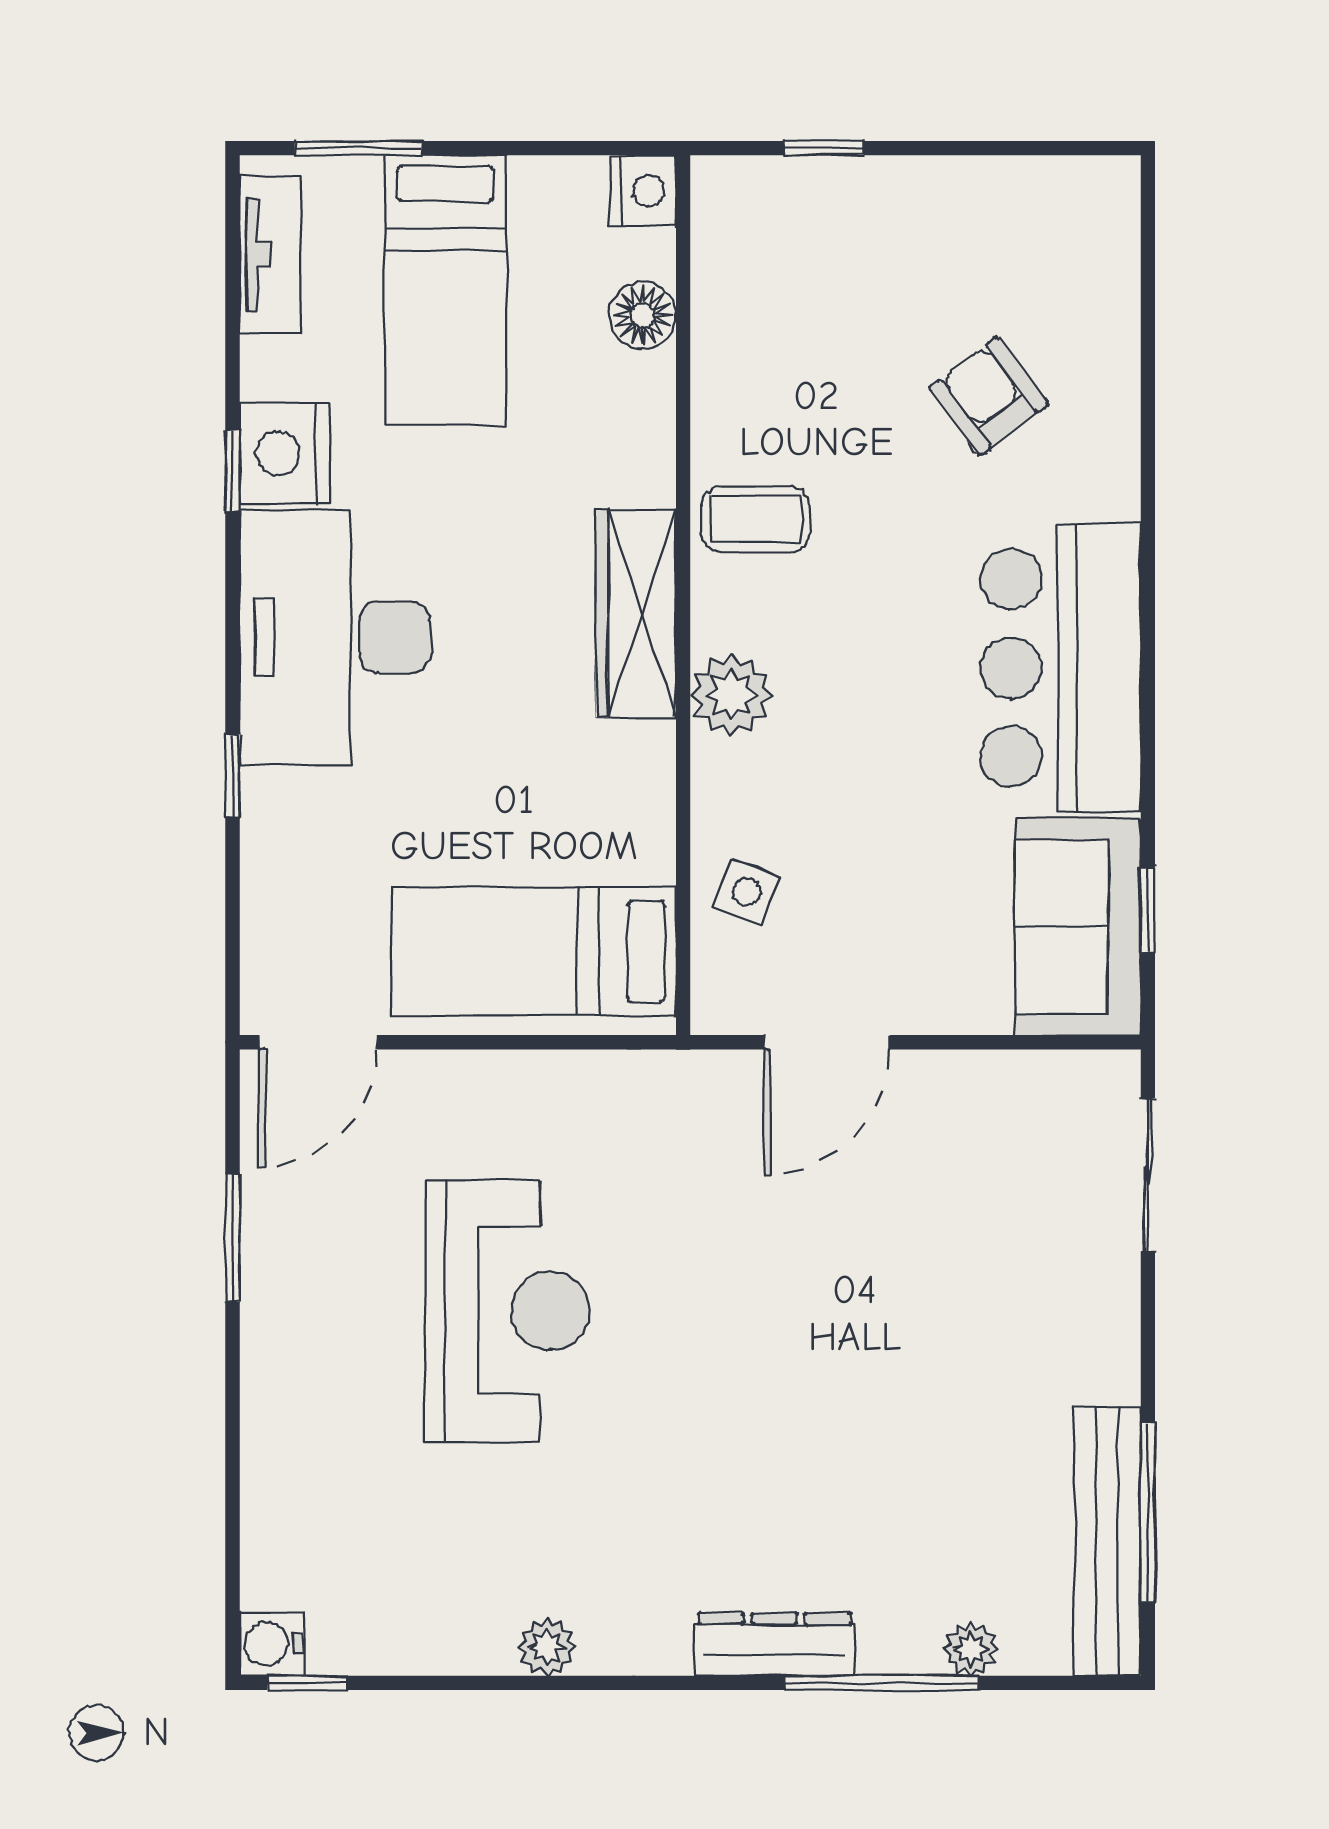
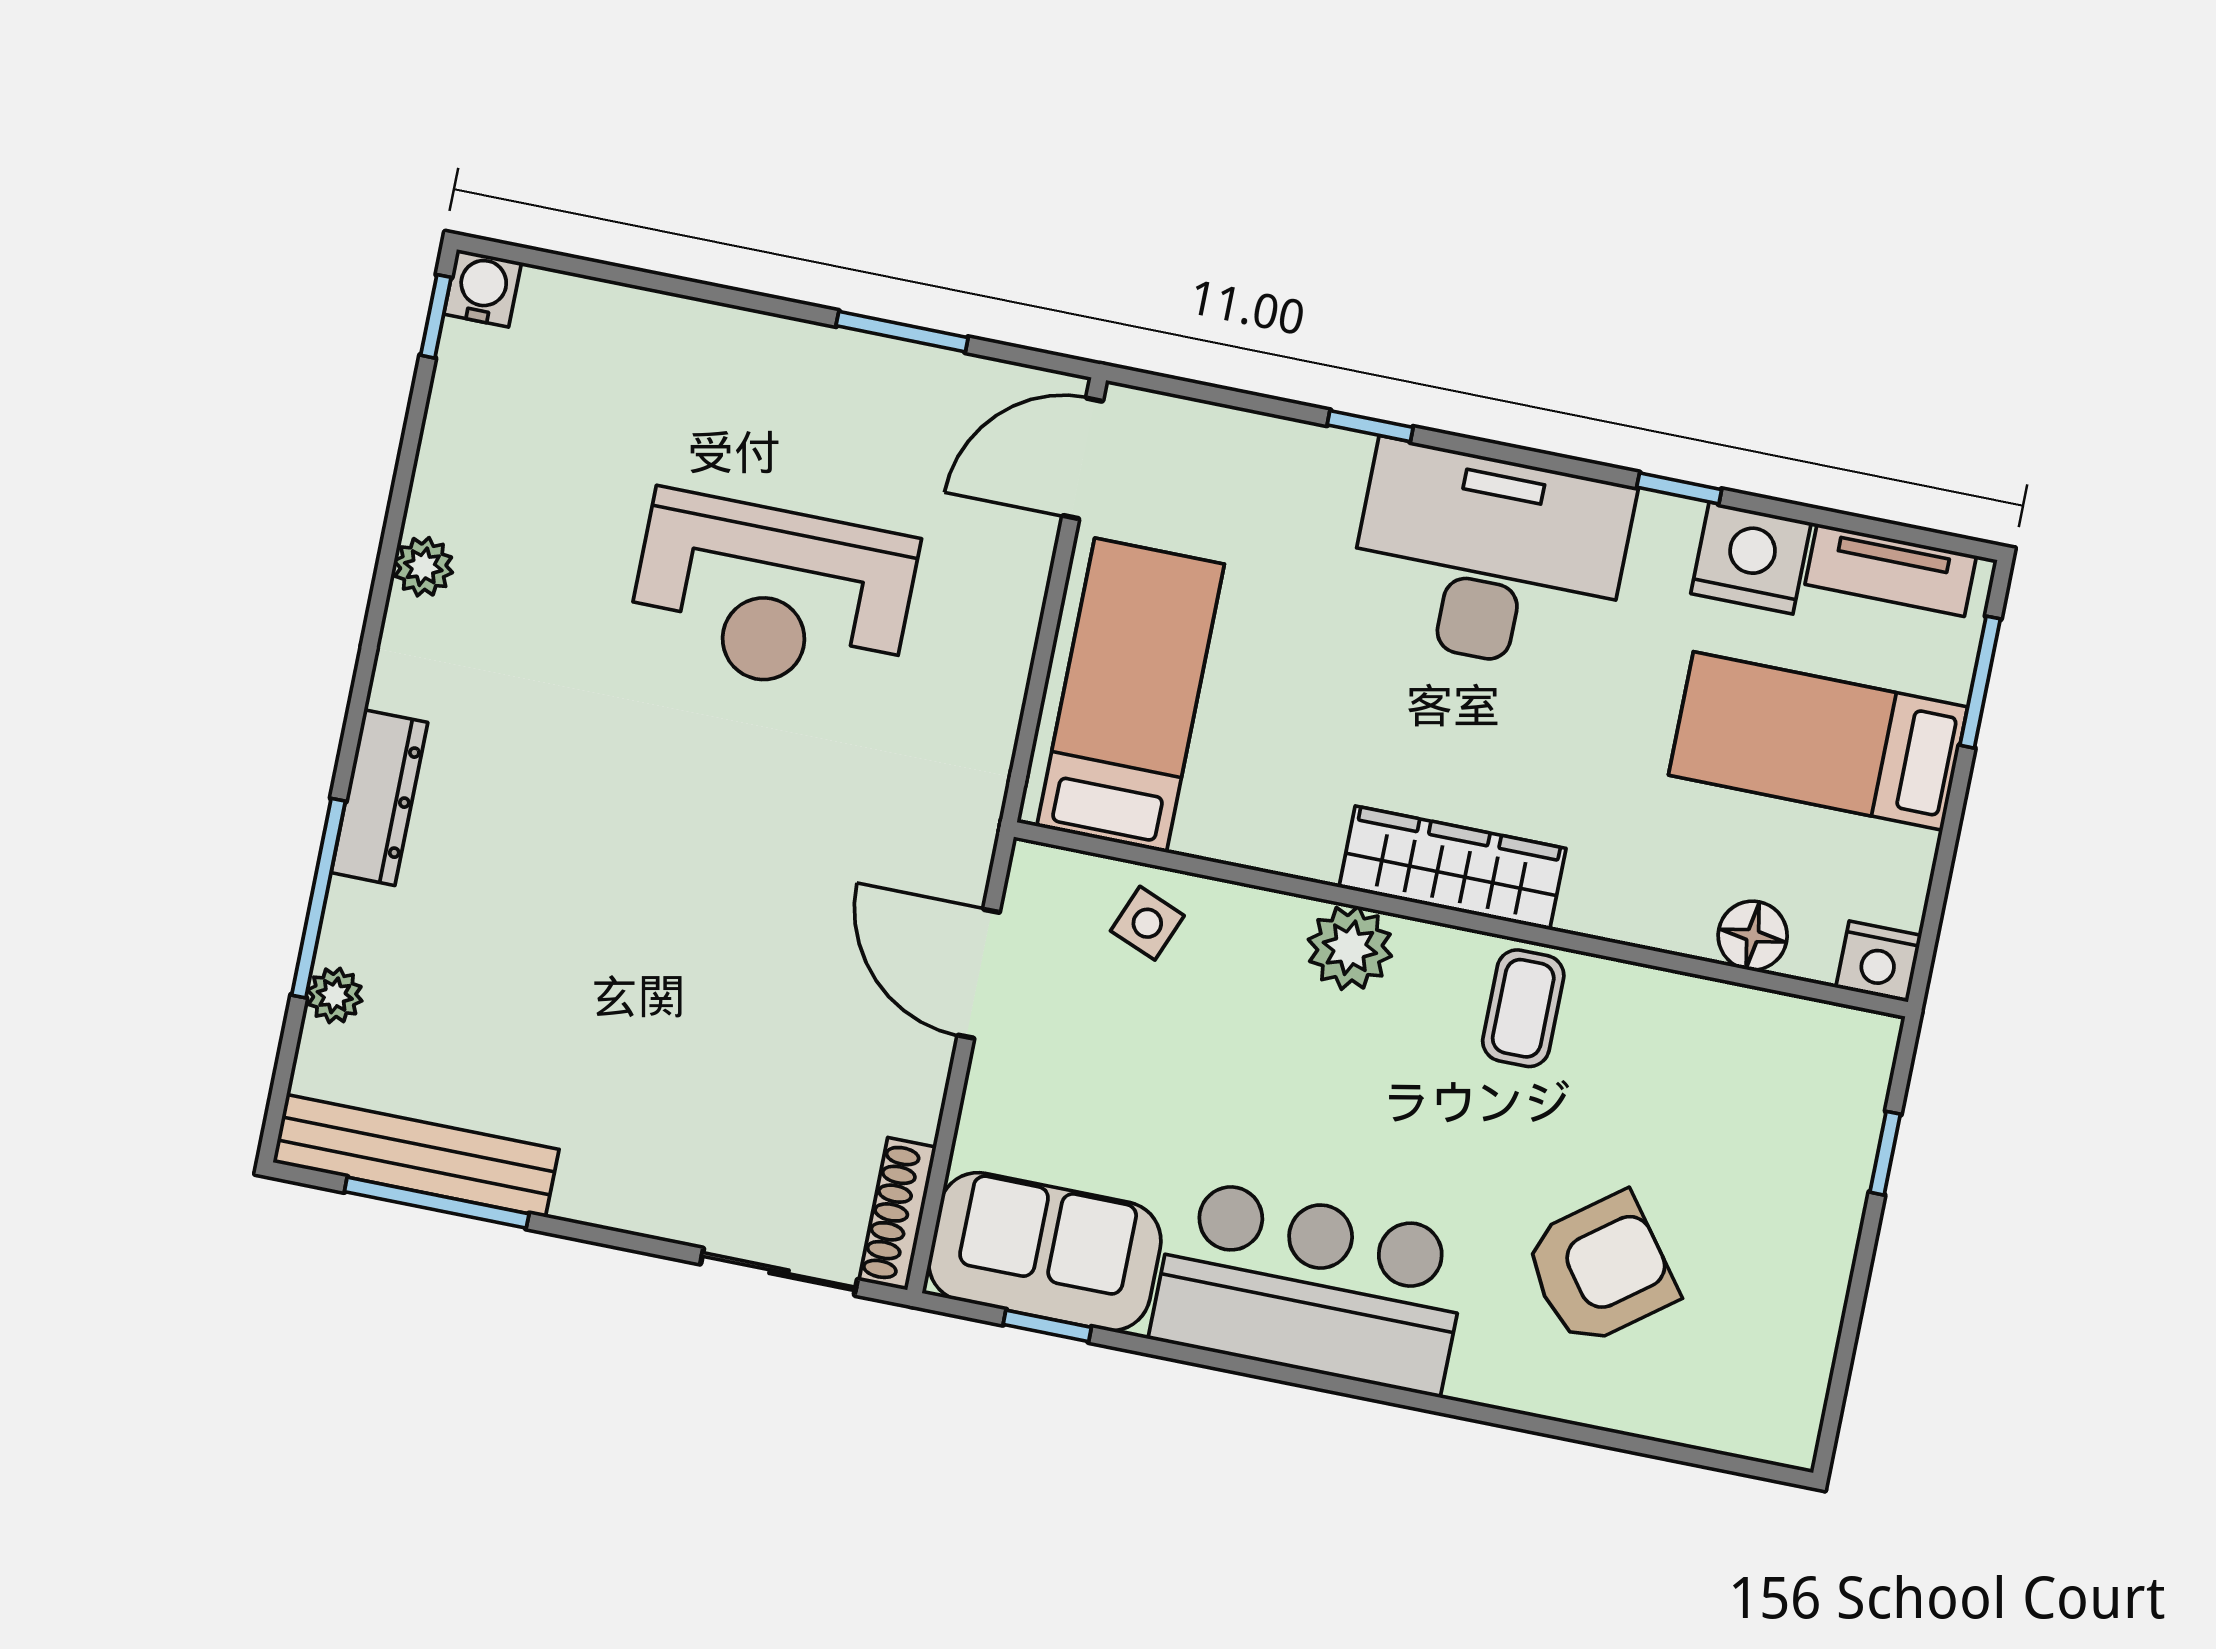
armchair: (988, 396) -> (1600, 1269), width x1.38, depth x1.38
nightstand: (285, 453) -> (1751, 558), moved
door: (318, 1042) -> (1083, 458), hinge flipped
shoe rack: (1070, 1073) -> (898, 1214), added

